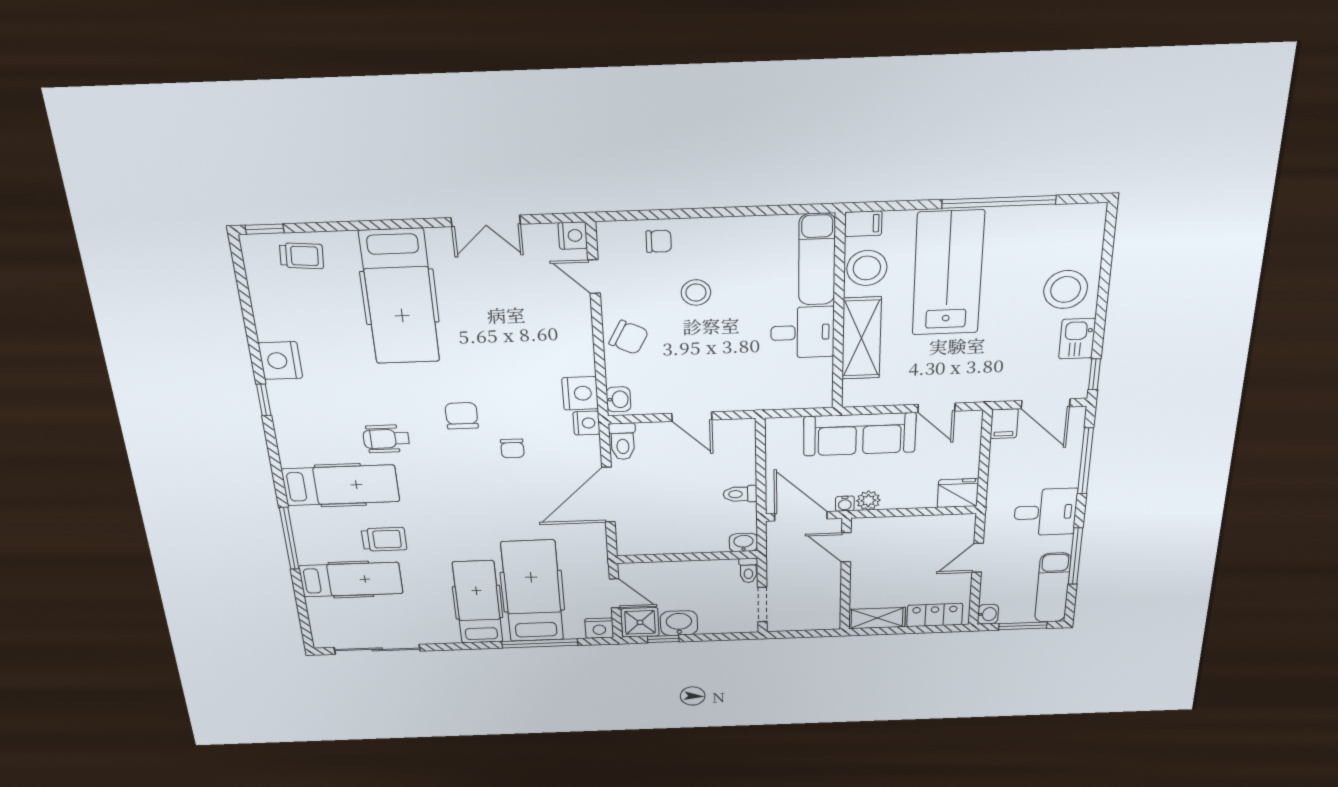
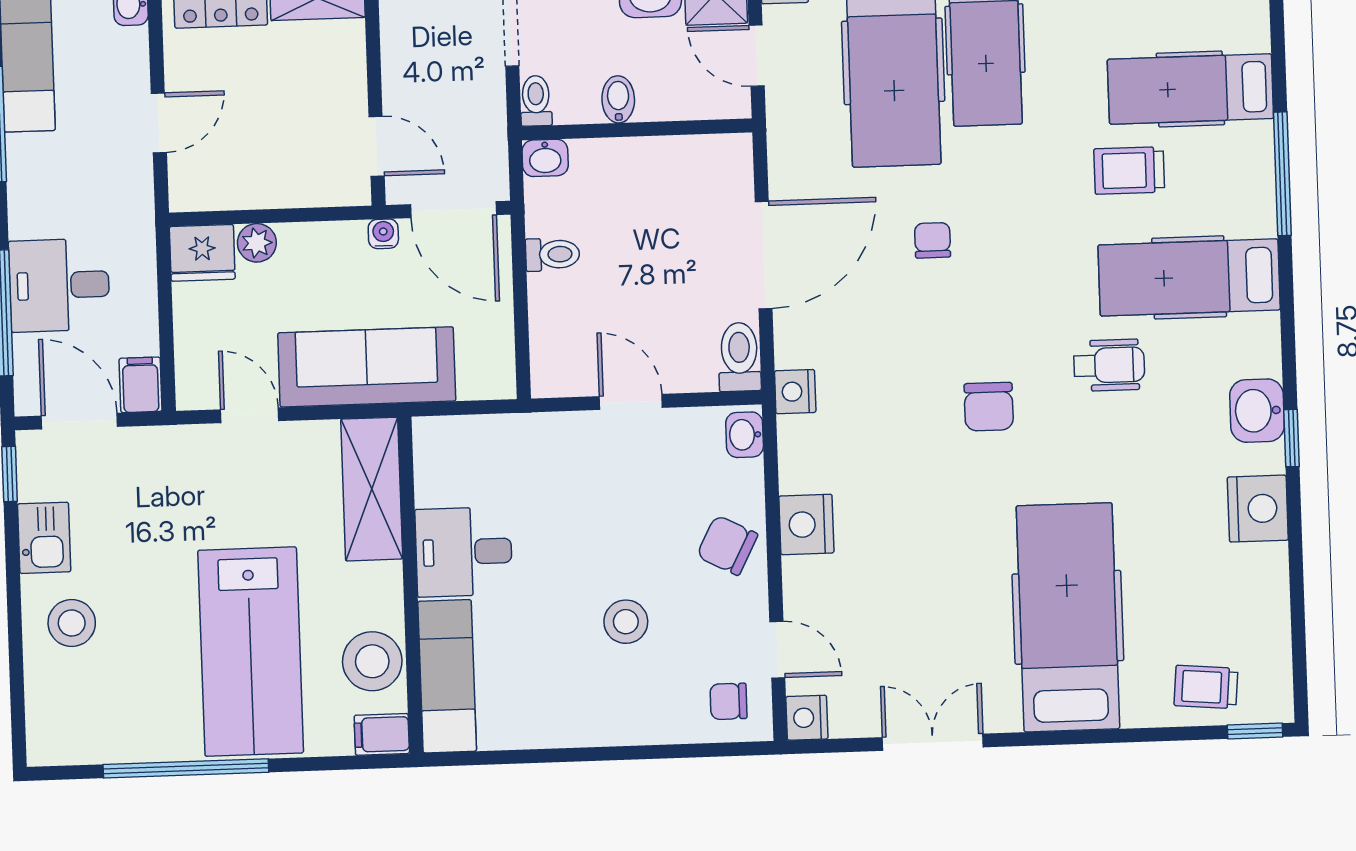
chair: (659, 241) -> (729, 701), moved
stool: (1066, 290) -> (72, 623), width x0.73, depth x0.73
shelving: (862, 338) -> (372, 489), moved
nightstand: (580, 393) -> (806, 524), moved
washbasin: (288, 415) -> (1257, 411), added
chair: (512, 448) -> (933, 240), moved
plant: (868, 500) -> (257, 243), moved
desk: (1045, 512) -> (59, 285), moved
bidet: (698, 572) -> (618, 99), added

